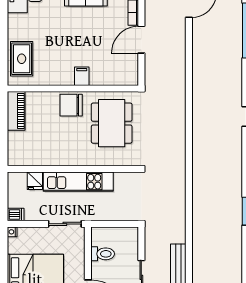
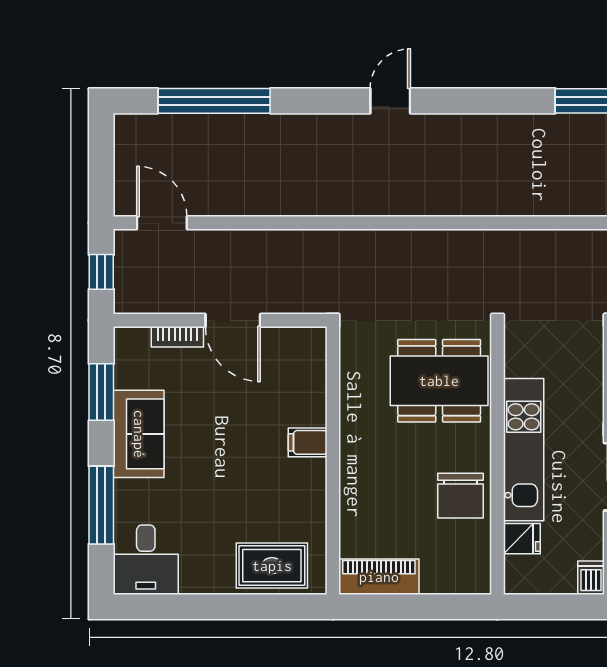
chair: (71, 105) -> (460, 496), moved
dining table: (112, 123) -> (439, 381), moved

